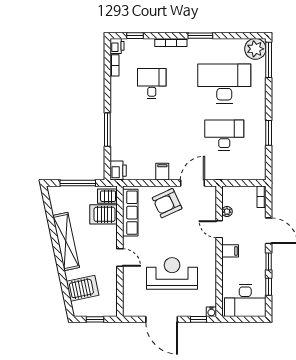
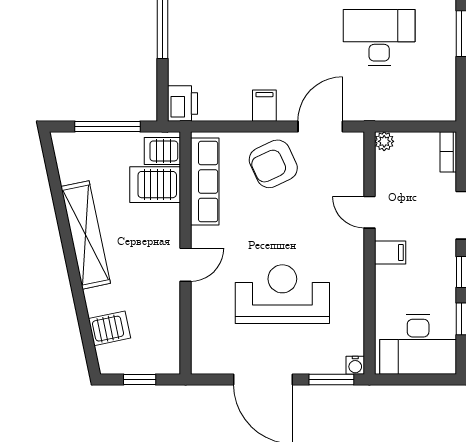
plant: (227, 212) -> (384, 141), moved
door: (120, 258) -> (186, 265), hinge flipped
server rack: (83, 288) -> (109, 328), width x0.73, depth x0.70
window: (198, 319) -> (331, 379), width x1.50

